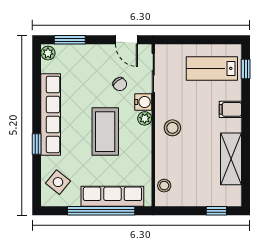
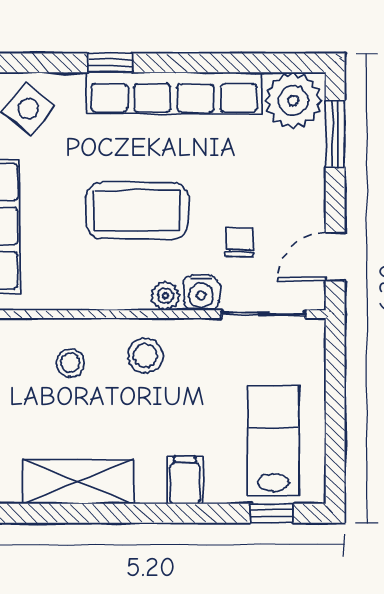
plant: (48, 53) -> (293, 100), width x1.88, depth x1.88
chair: (120, 84) -> (239, 242), turned 126
stool: (164, 186) -> (70, 363), moved

